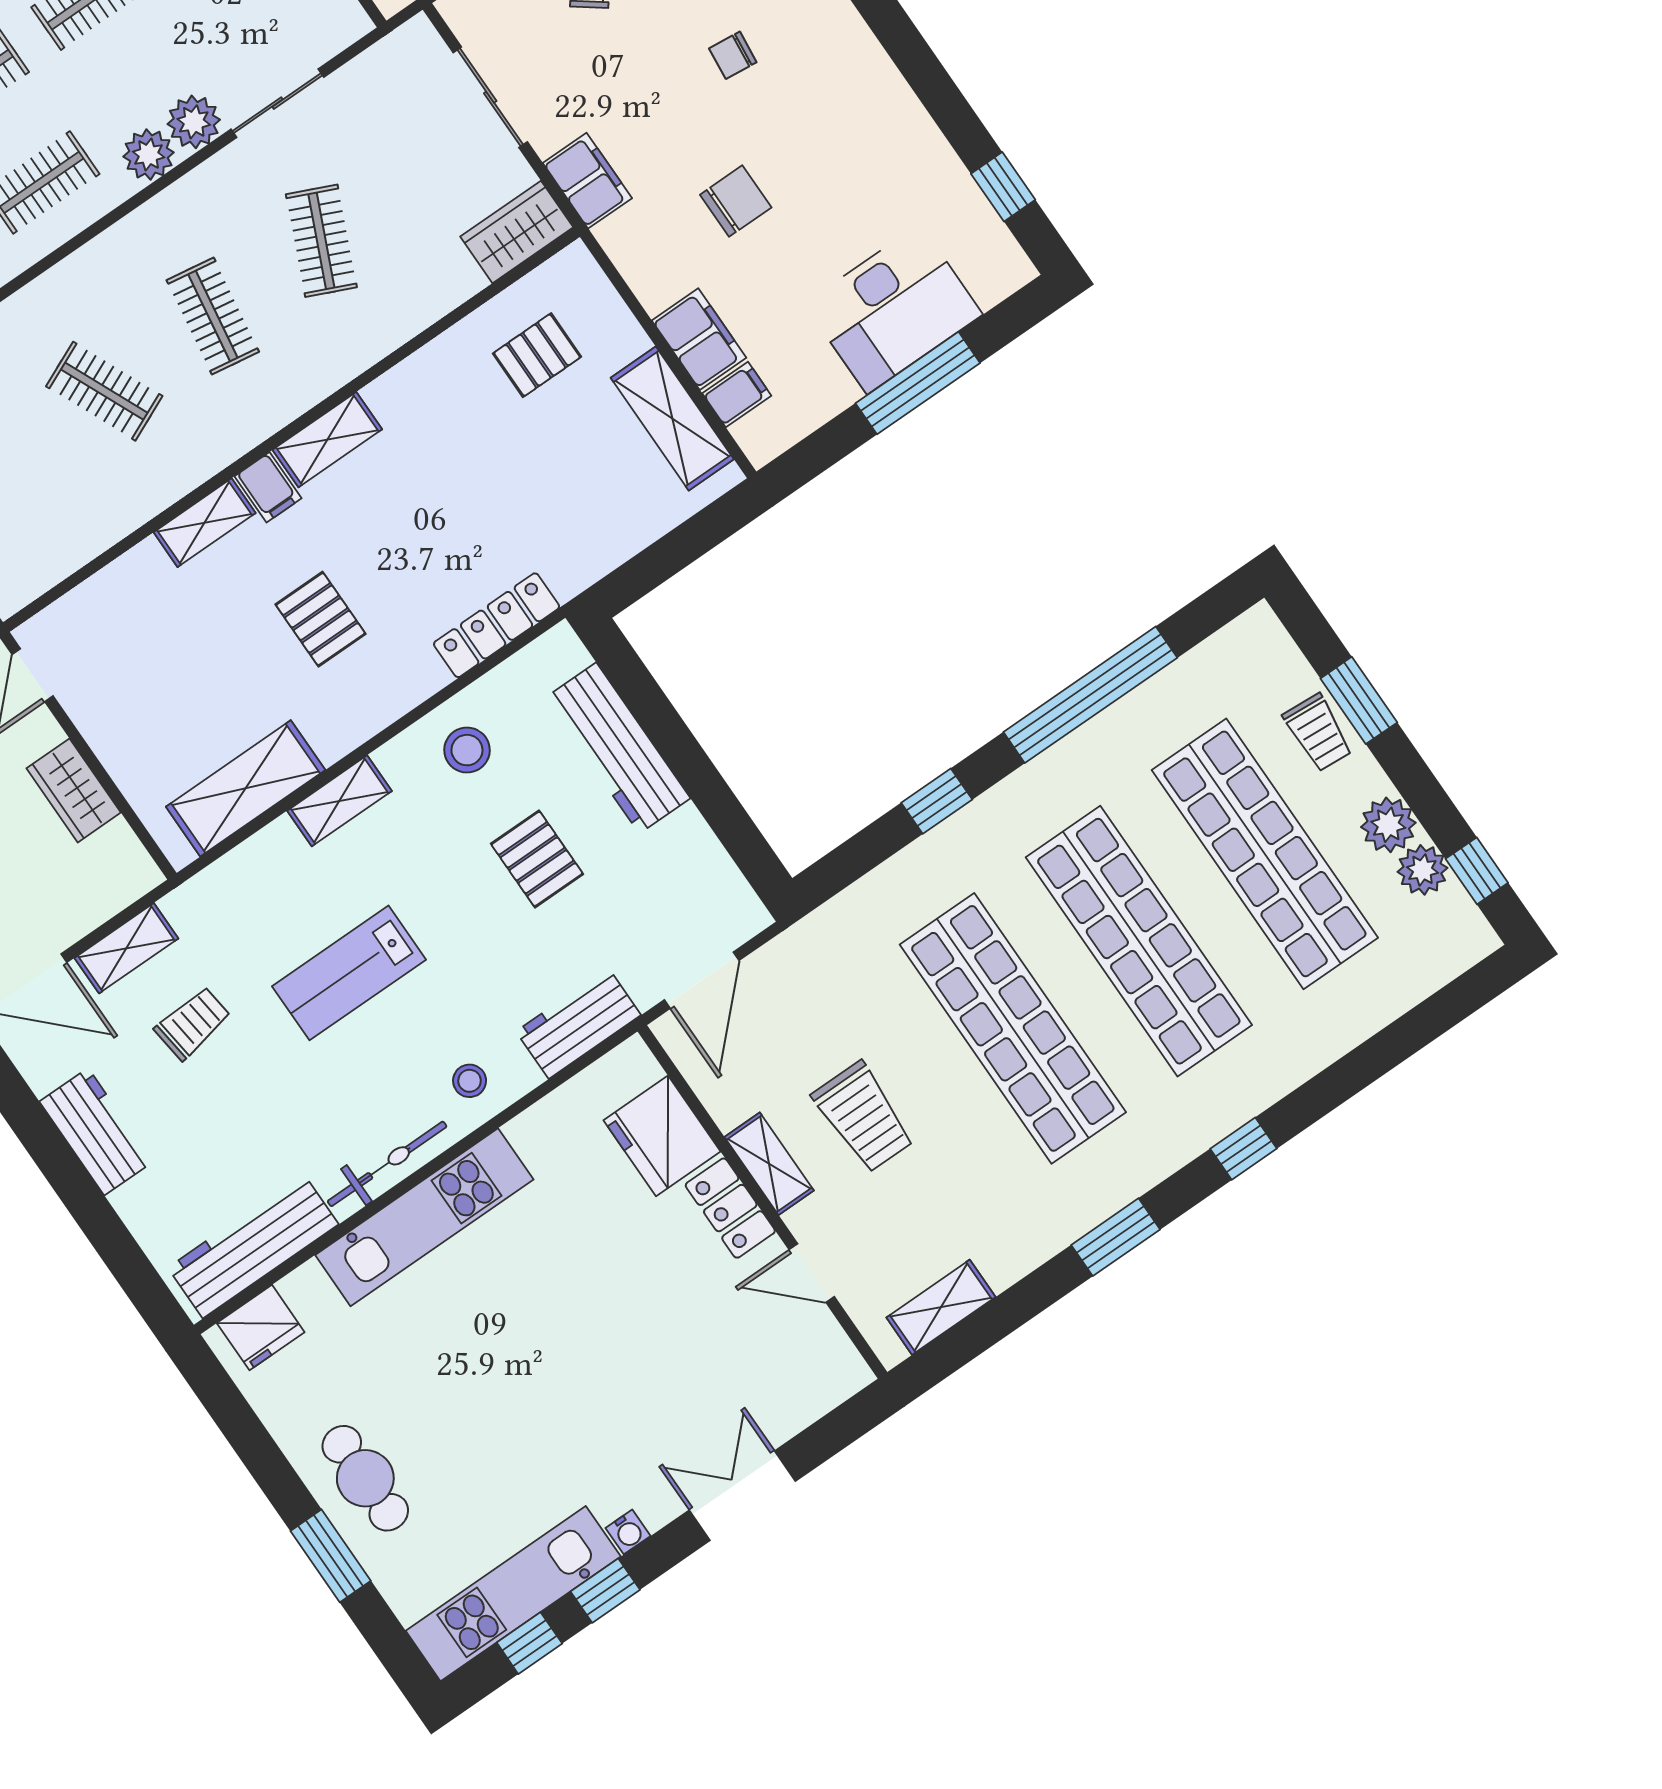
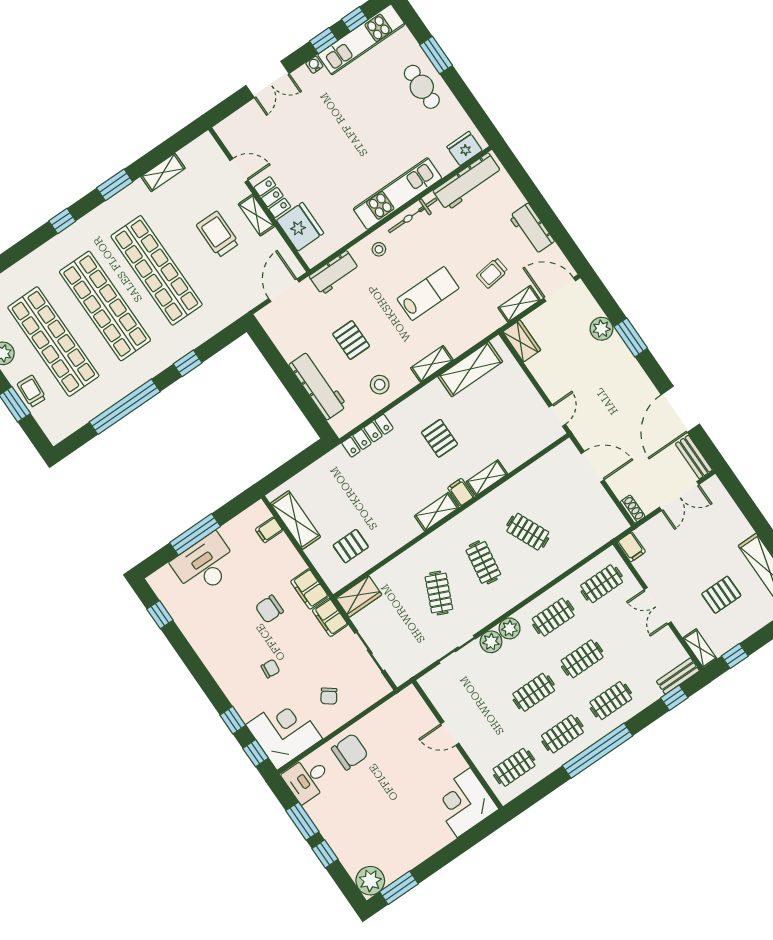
filing cabinet: (699, 339) -> (309, 589), moved
wardrobe: (74, 790) -> (522, 341), moved
shelving: (941, 1307) -> (163, 172), moved

